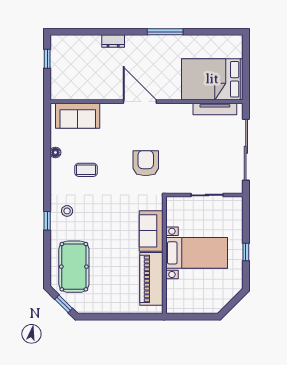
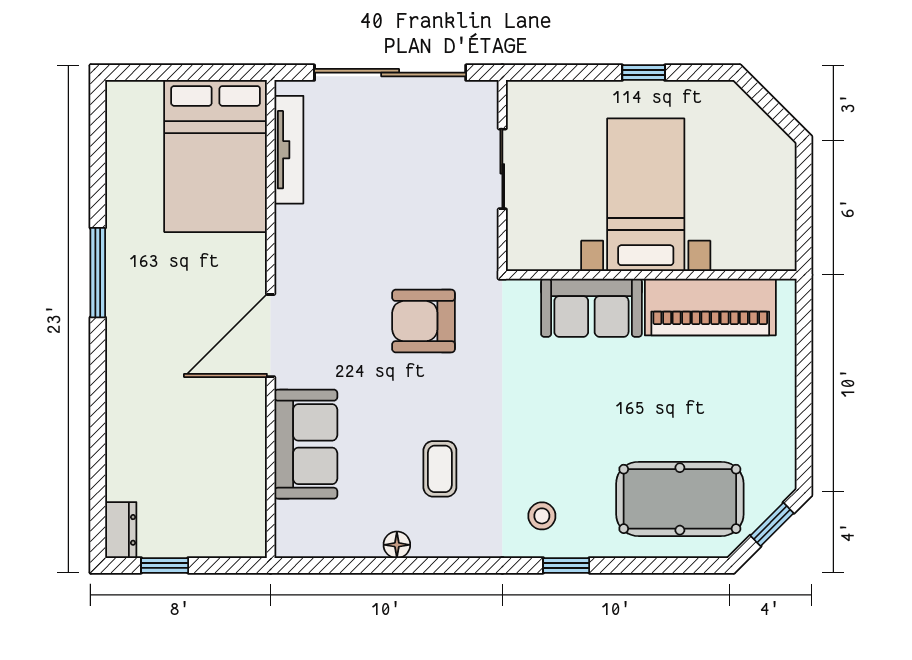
dresser: (113, 41) -> (121, 530), moved
sofa: (78, 116) -> (306, 444), moved

